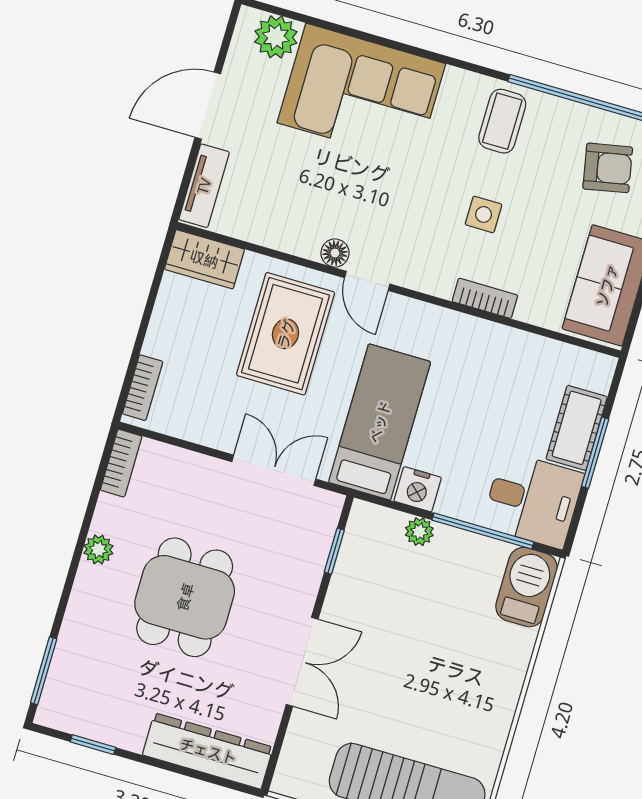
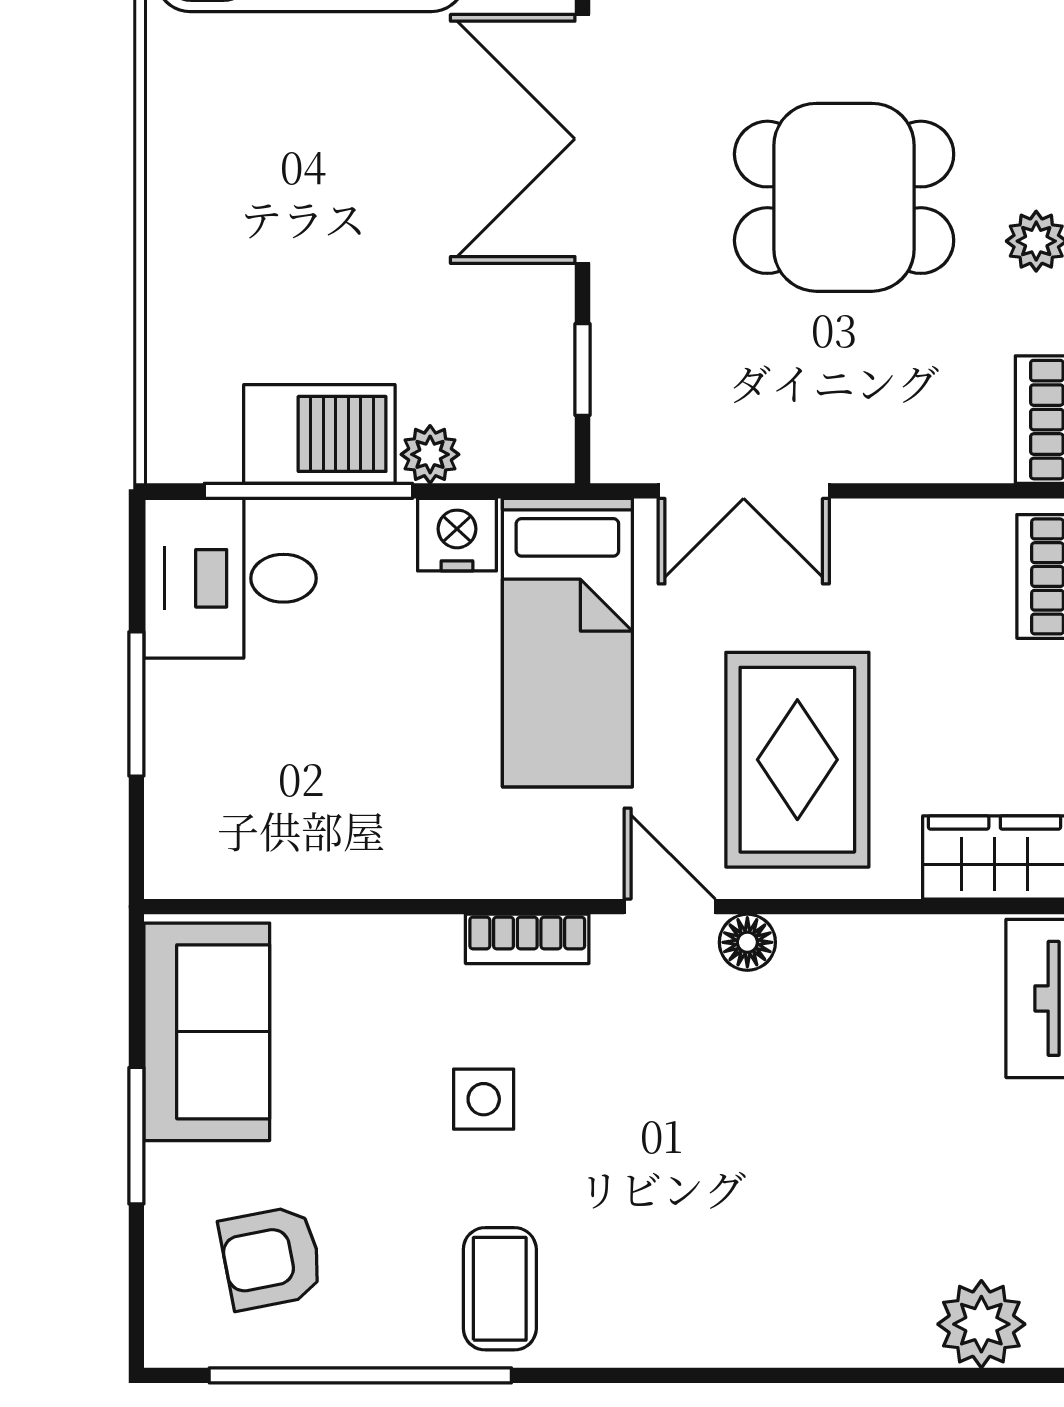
corner sofa: (361, 93) -> (786, 1264), removed
bookcase: (485, 298) -> (527, 939), moved
cot: (577, 428) -> (186, 741), removed
barbecue: (526, 587) -> (319, 434), moved, turned -90
dining table: (185, 597) -> (844, 197), turned 90
double door: (302, 662) -> (582, 139), width x1.37

